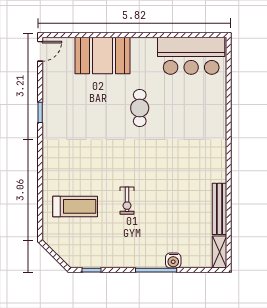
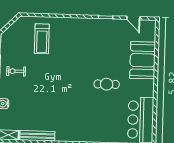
door: (40, 51) -> (133, 18), moved
exercise bike: (127, 201) -> (16, 71), moved

